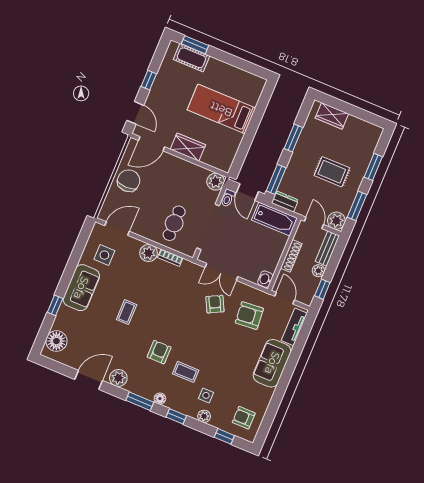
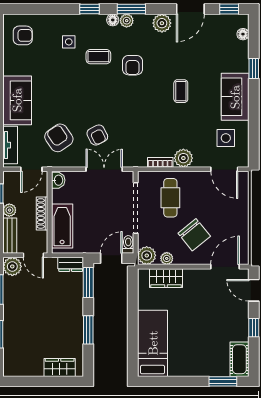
cot: (191, 58) -> (239, 359), moved, turned 90
bed: (221, 109) -> (153, 343), moved, turned -90
wardrobe: (188, 147) -> (166, 278), moved
plant: (199, 172) -> (167, 258), added
rug: (332, 172) -> (37, 313), removed
chair: (129, 181) -> (194, 235), moved, turned -39
door: (247, 192) -> (111, 258), hinge flipped
bathtub: (274, 219) -> (62, 226), moved, turned 90
door: (117, 228) -> (224, 169), hinge flipped
door: (285, 298) -> (31, 169), hinge flipped
armchair: (249, 316) -> (59, 138), turned -119
floor lamp: (56, 341) -> (243, 34), width x0.53, depth x0.53
plant: (204, 416) -> (127, 21), moved
window: (224, 436) -> (229, 9), moved

